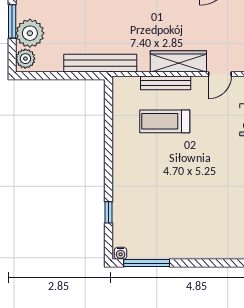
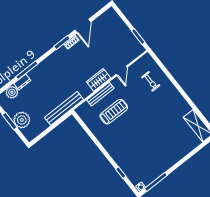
plant: (25, 59) -> (29, 133), removed
wardrobe: (178, 61) -> (99, 80), width x0.67
treadmill: (165, 121) -> (114, 112), turned 180

